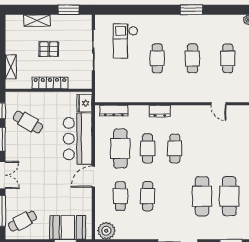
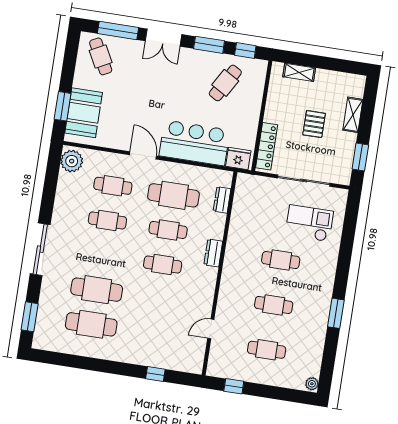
locker: (50, 83) -> (267, 146), moved
dresser: (114, 111) -> (222, 200), width x0.70

